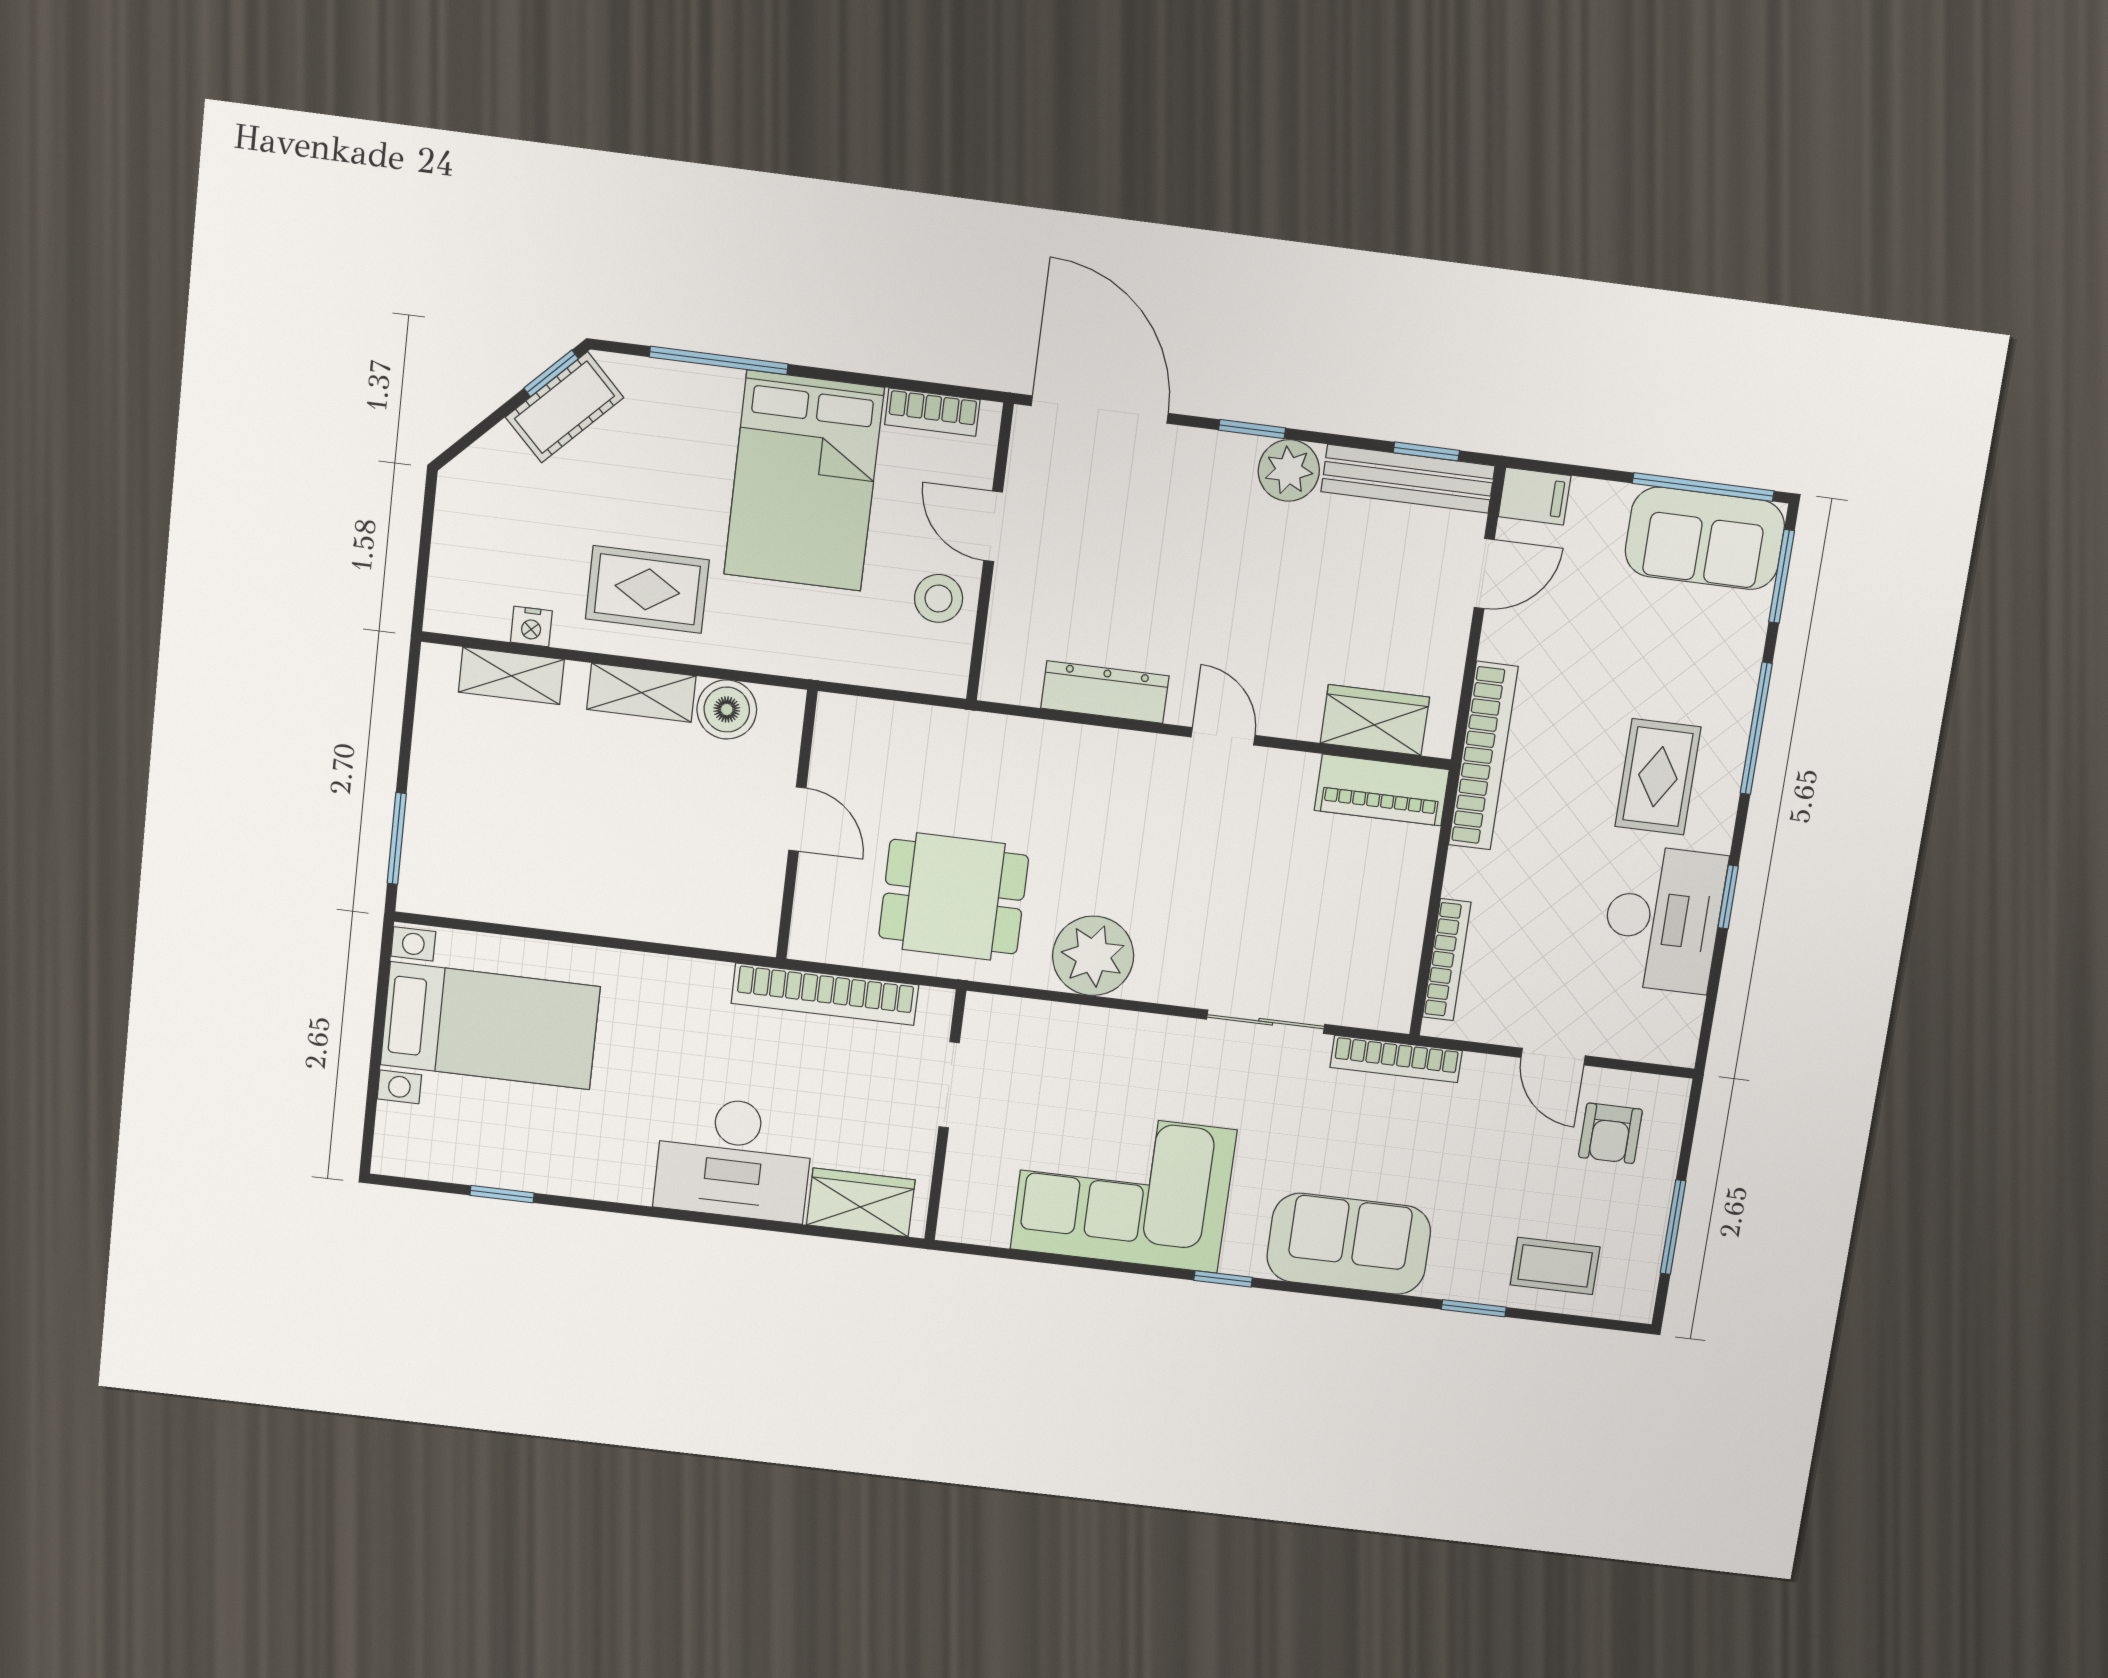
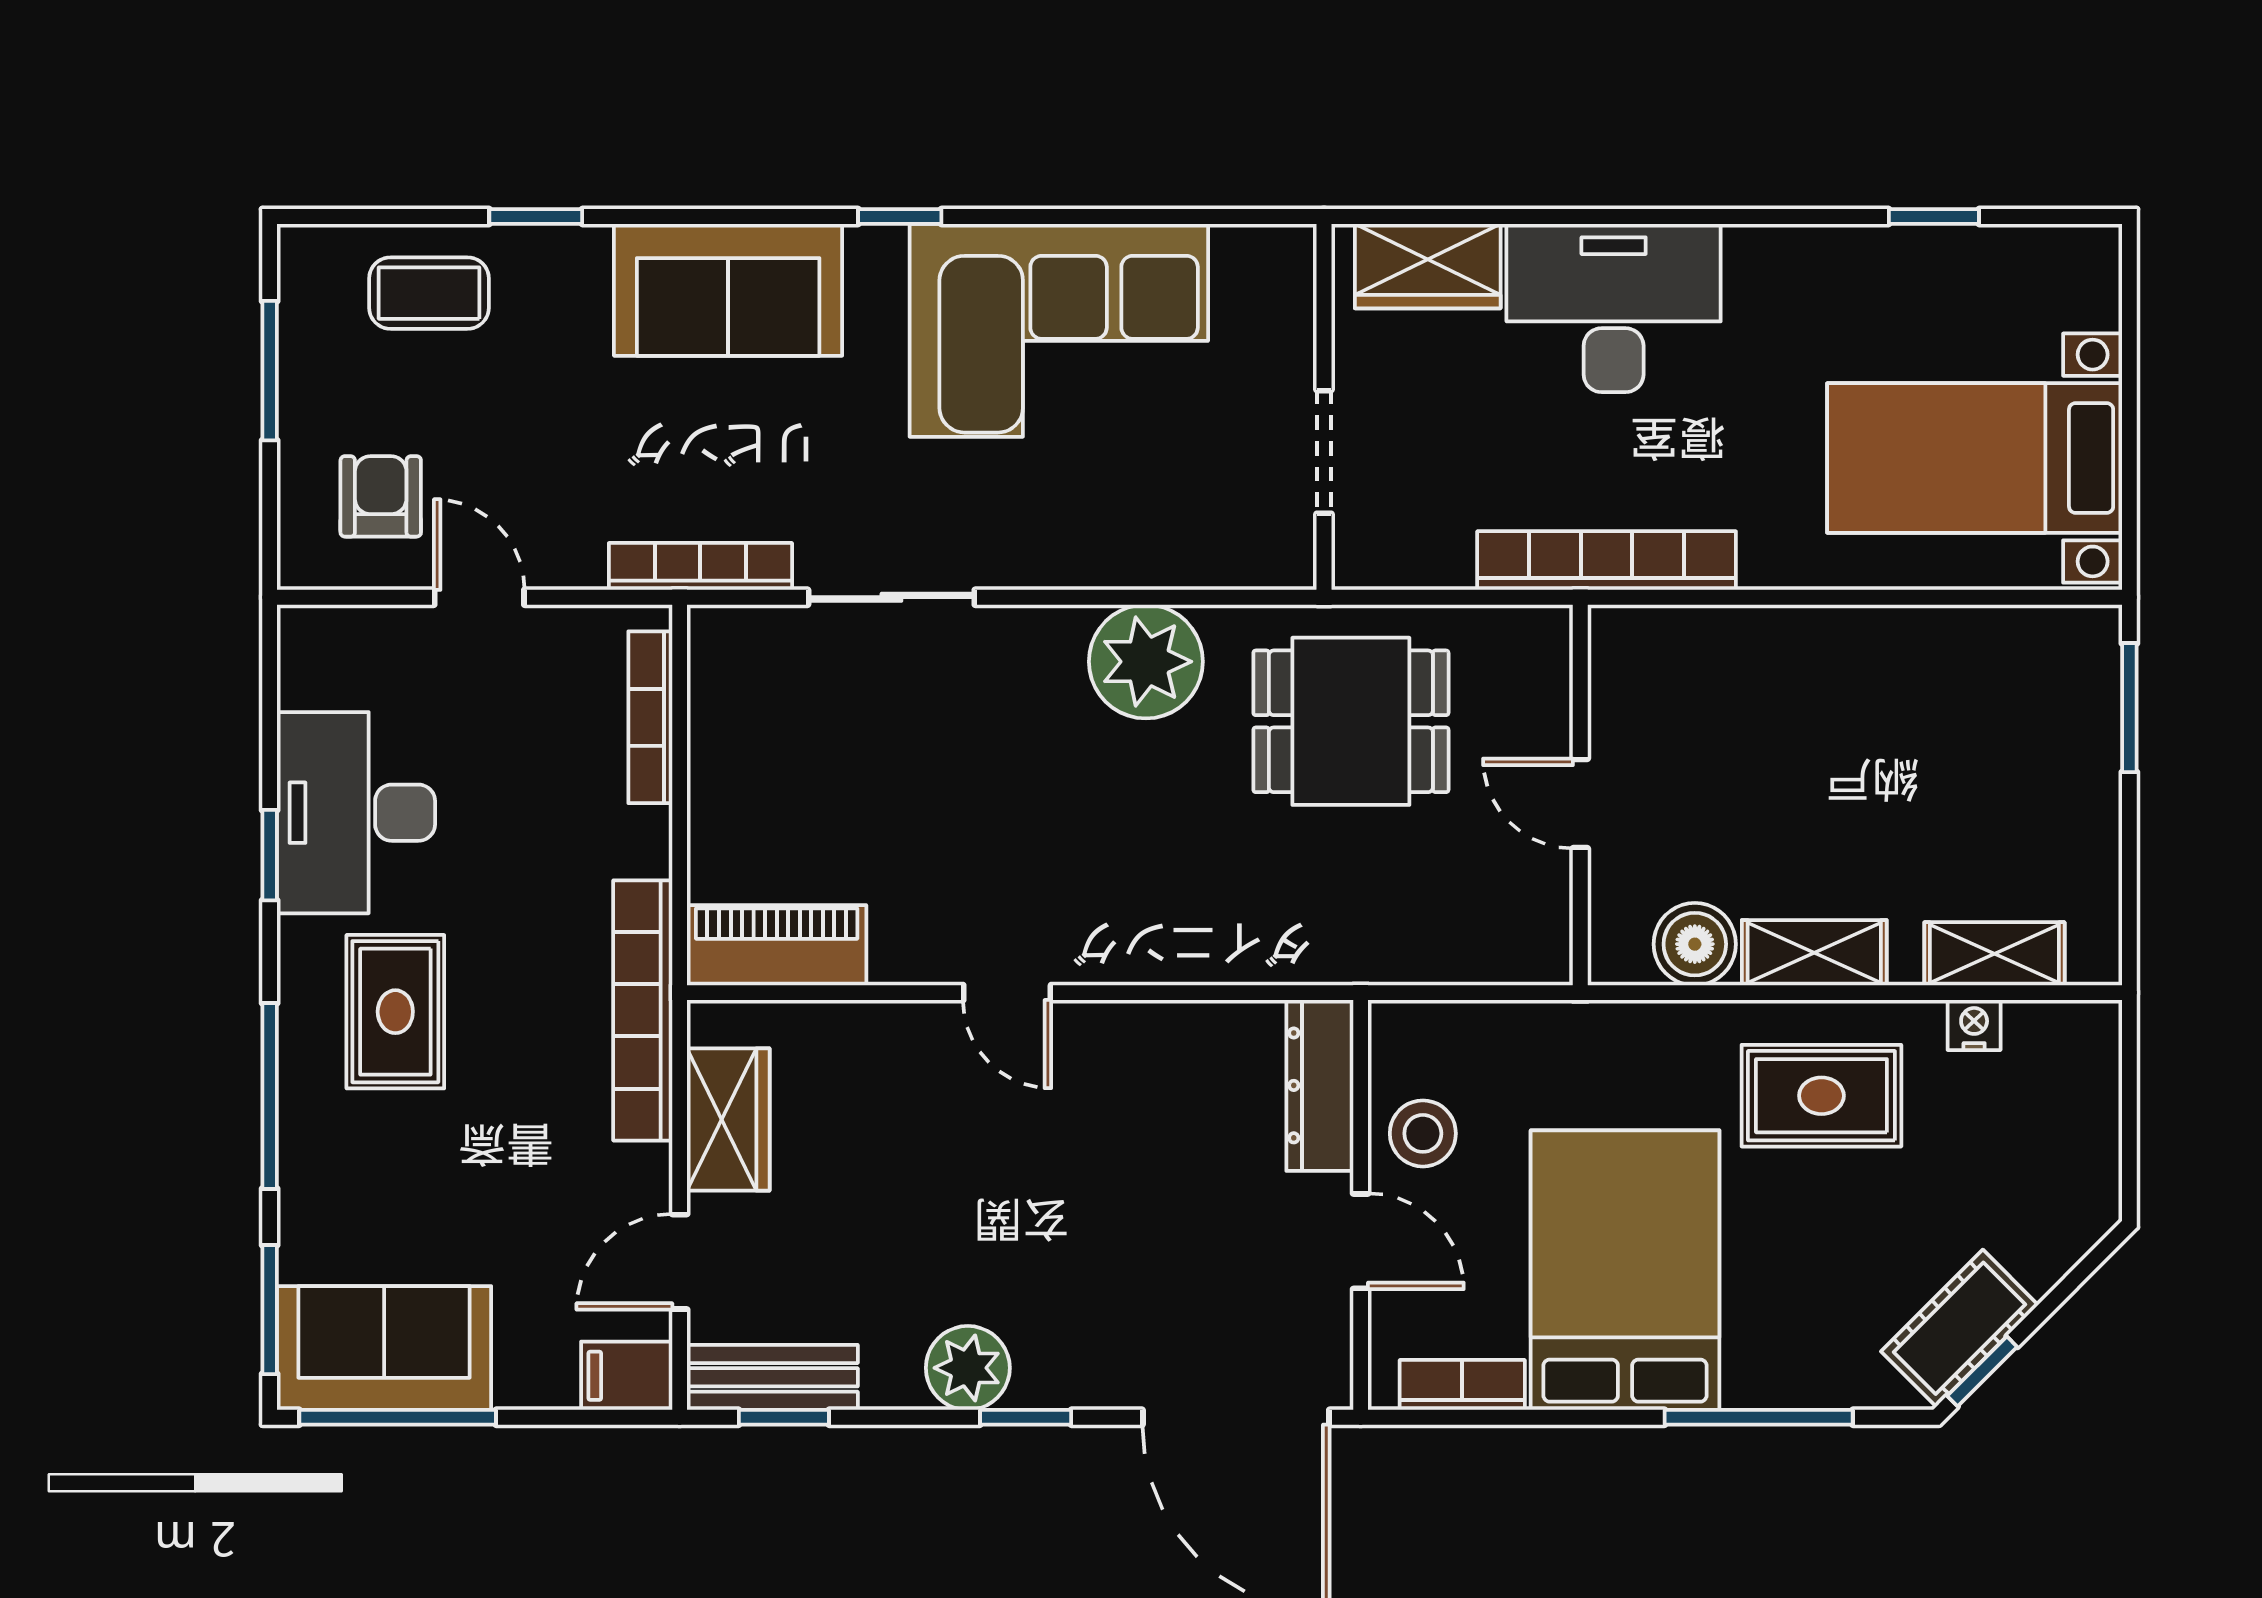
bench: (1408, 479) -> (772, 1377), width x0.73
dresser: (1105, 692) -> (1320, 1085), moved, turned 90
wardrobe: (1375, 720) -> (728, 1120), moved, turned -90
bookcase: (825, 994) -> (1607, 561), moved

